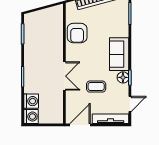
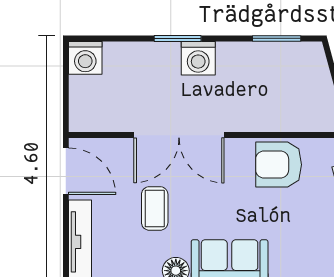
double door: (64, 76) -> (179, 135), width x1.37
washing machine: (31, 101) -> (198, 58), moved

